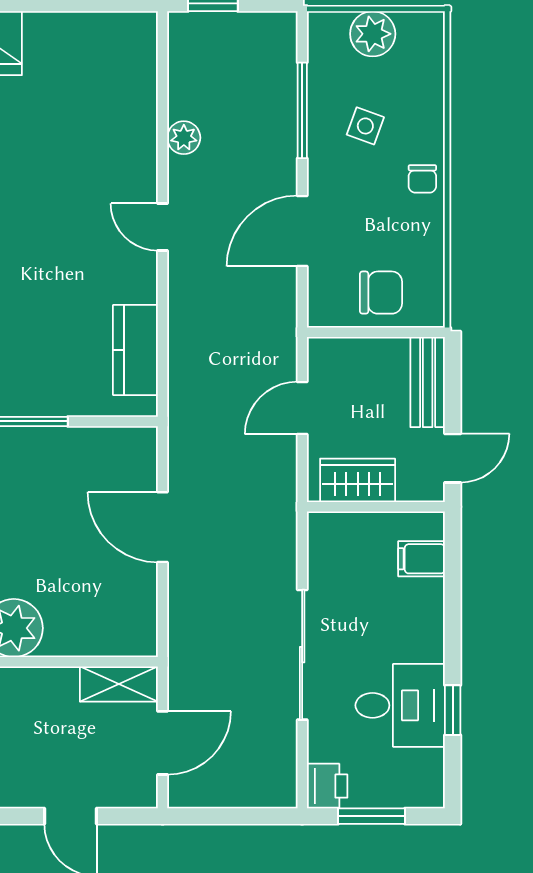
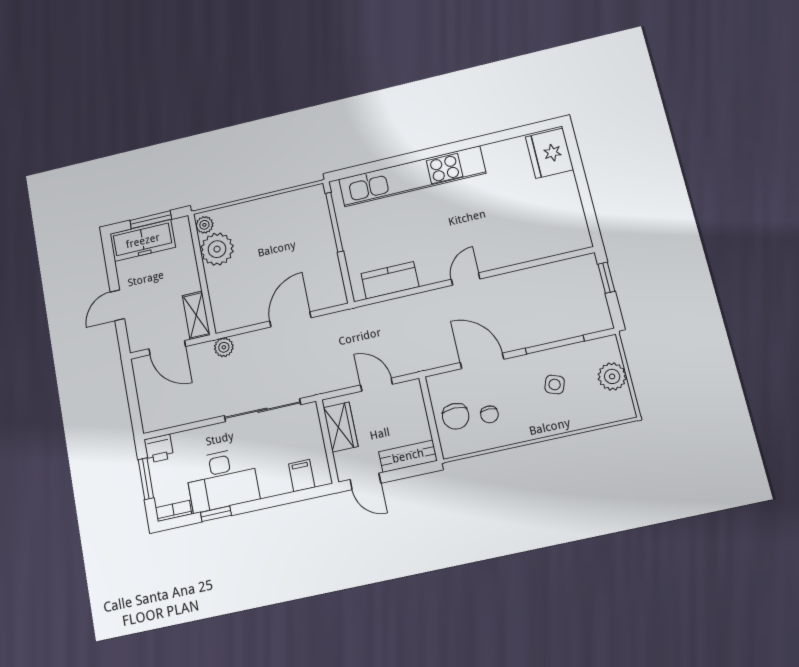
plant: (184, 138) -> (224, 347), moved
chair: (422, 179) -> (489, 414), moved, turned -90
sliding door: (302, 655) -> (262, 410), moved
desk: (400, 705) -> (222, 480), width x1.37
bookcase: (433, 779) -> (173, 511), added

